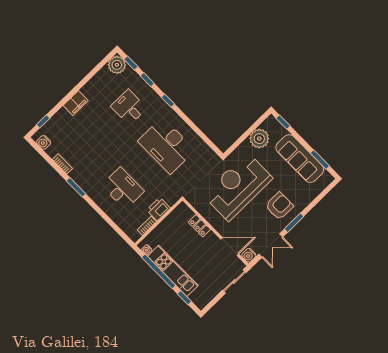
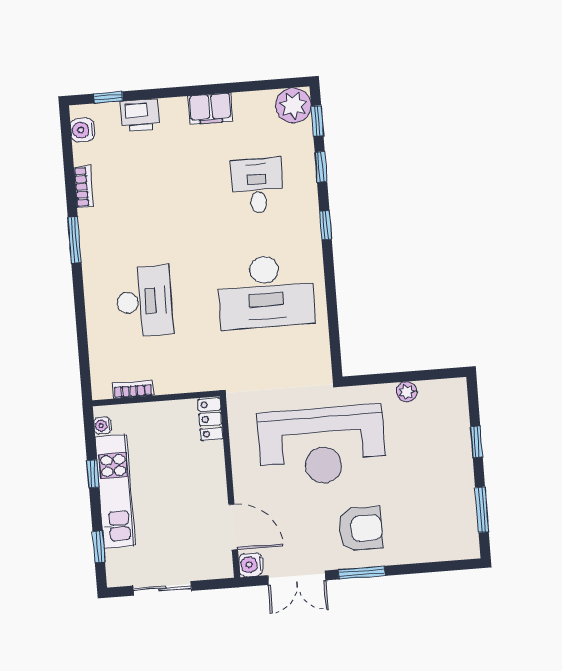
filing cabinet: (76, 103) -> (210, 109), moved
window: (283, 122) -> (477, 442), moved
plant: (259, 139) -> (407, 392), width x0.53, depth x0.53
desk: (166, 146) -> (266, 292), turned -90
sofa: (300, 159) -> (452, 482), removed
reception desk: (238, 187) -> (322, 446), turned 180
printer: (159, 209) -> (140, 115), moved, turned 180
locker: (199, 226) -> (210, 419), moved
window: (159, 271) -> (93, 474), width x0.32
sliding door: (234, 281) -> (162, 588), moved

